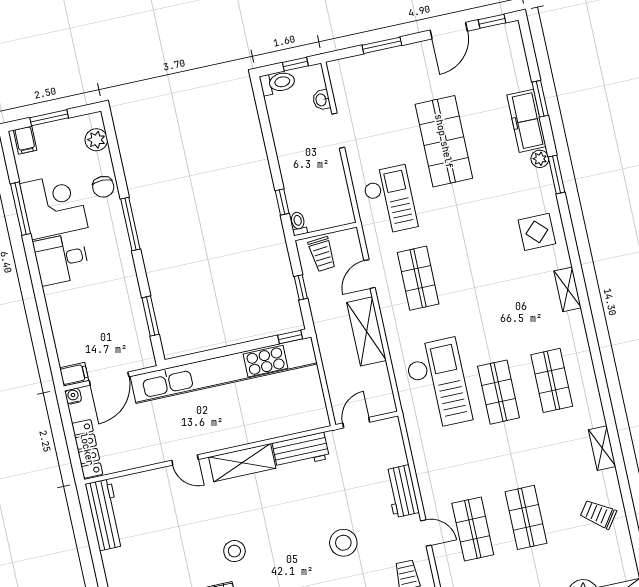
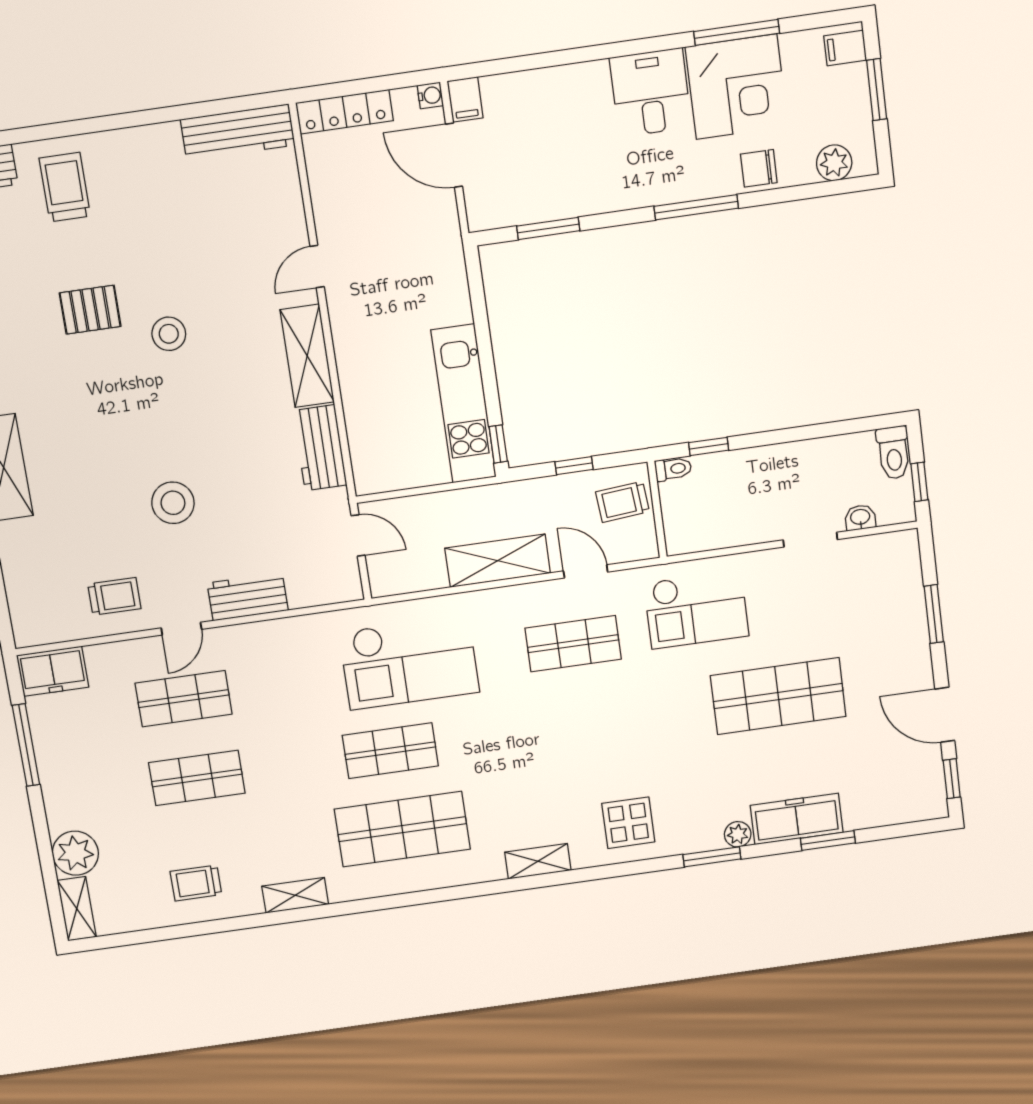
kitchen unit: (224, 370) -> (464, 404), width x0.54
shop shelf: (552, 380) -> (402, 829), width x1.43, depth x1.36
trolley: (598, 514) -> (196, 883), turned -125

